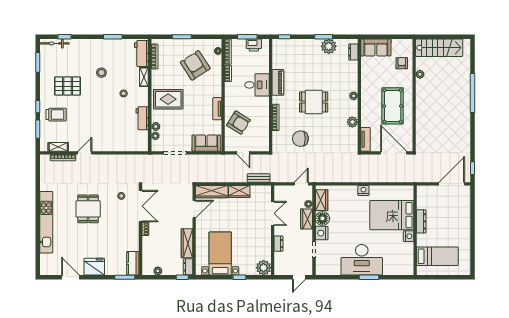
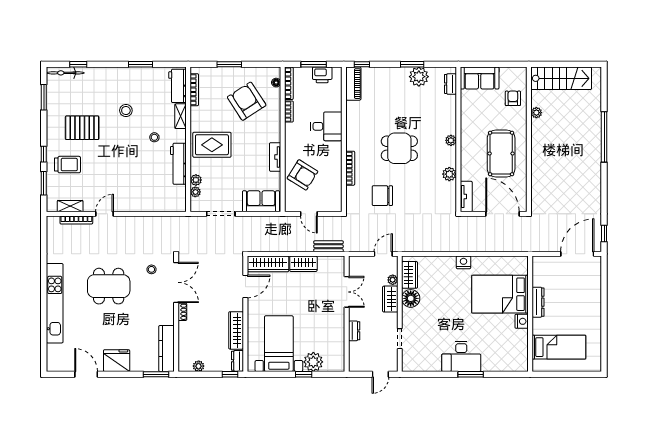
piano: (278, 82) -> (353, 84), moved
workbench: (142, 118) -> (178, 164), width x1.38
dining table: (88, 209) -> (109, 286), width x1.38
nightstand: (322, 233) -> (410, 317), removed
desk: (362, 260) -> (461, 356), width x0.73, depth x0.77
kitchen counter: (133, 263) -> (166, 348), width x1.50
plant: (264, 268) -> (313, 362), moved

